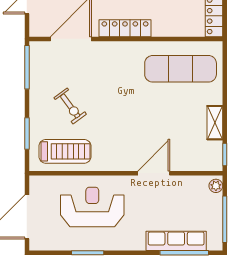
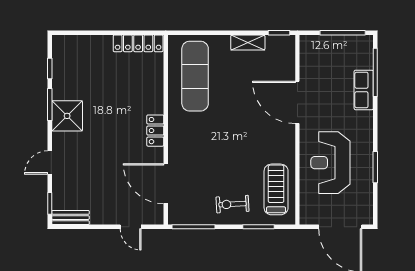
locker: (125, 28) -> (155, 131), width x0.66
exercise bike: (70, 106) -> (233, 204), moved, turned -147
door: (154, 173) -> (297, 102), width x1.36
plant: (216, 186) -> (310, 41), removed
row of seats: (176, 241) -> (364, 90), width x0.68

